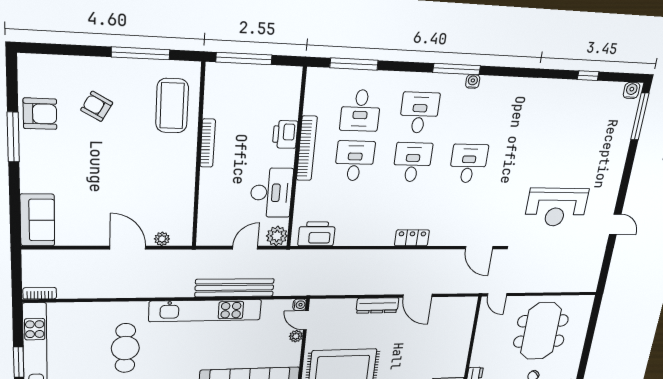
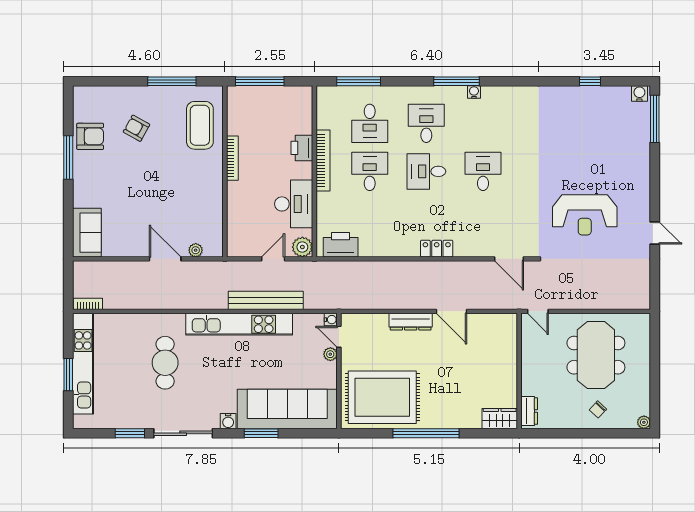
desk: (412, 162) -> (426, 171), turned -90

